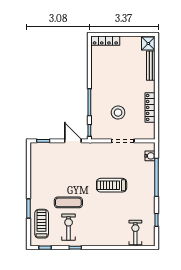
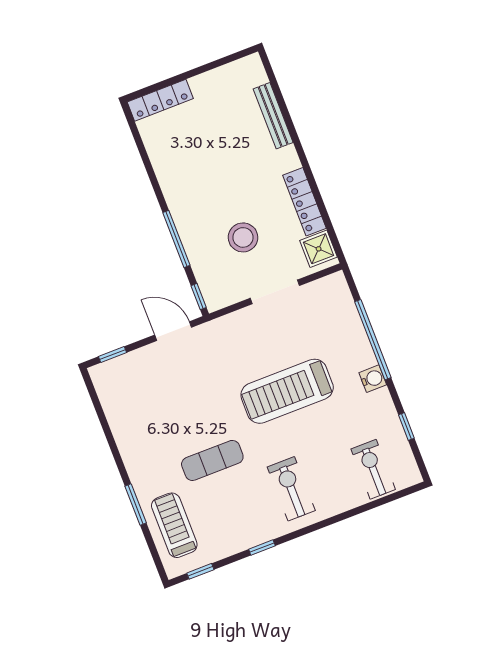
shower: (148, 43) -> (319, 249), moved
water cooler: (150, 156) -> (373, 379), moved
treadmill: (112, 185) -> (287, 391), width x1.37, depth x1.38
exercise bike: (69, 227) -> (291, 489), moved

